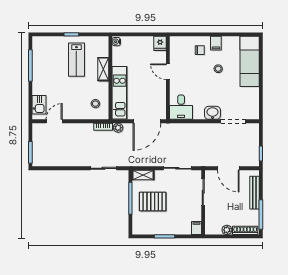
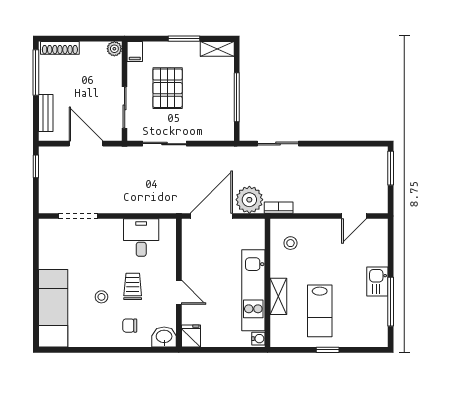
filing cabinet: (216, 43) -> (105, 336), removed
lab bench: (76, 60) -> (320, 311), turned 180
trolley: (198, 75) -> (133, 286), added
kitchen unit: (120, 93) -> (253, 290), moved
kitchen sink: (39, 105) -> (377, 282), moved
desk: (181, 107) -> (141, 238), moved
washbasin: (213, 113) -> (164, 337), moved, turned 180
plant: (118, 128) -> (249, 200), width x1.87, depth x1.87
shelving: (143, 175) -> (217, 49), moved
bench: (254, 193) -> (46, 113), width x0.73
pallet: (153, 202) -> (168, 88), moved, turned 90
plant: (227, 230) -> (114, 49), moved

